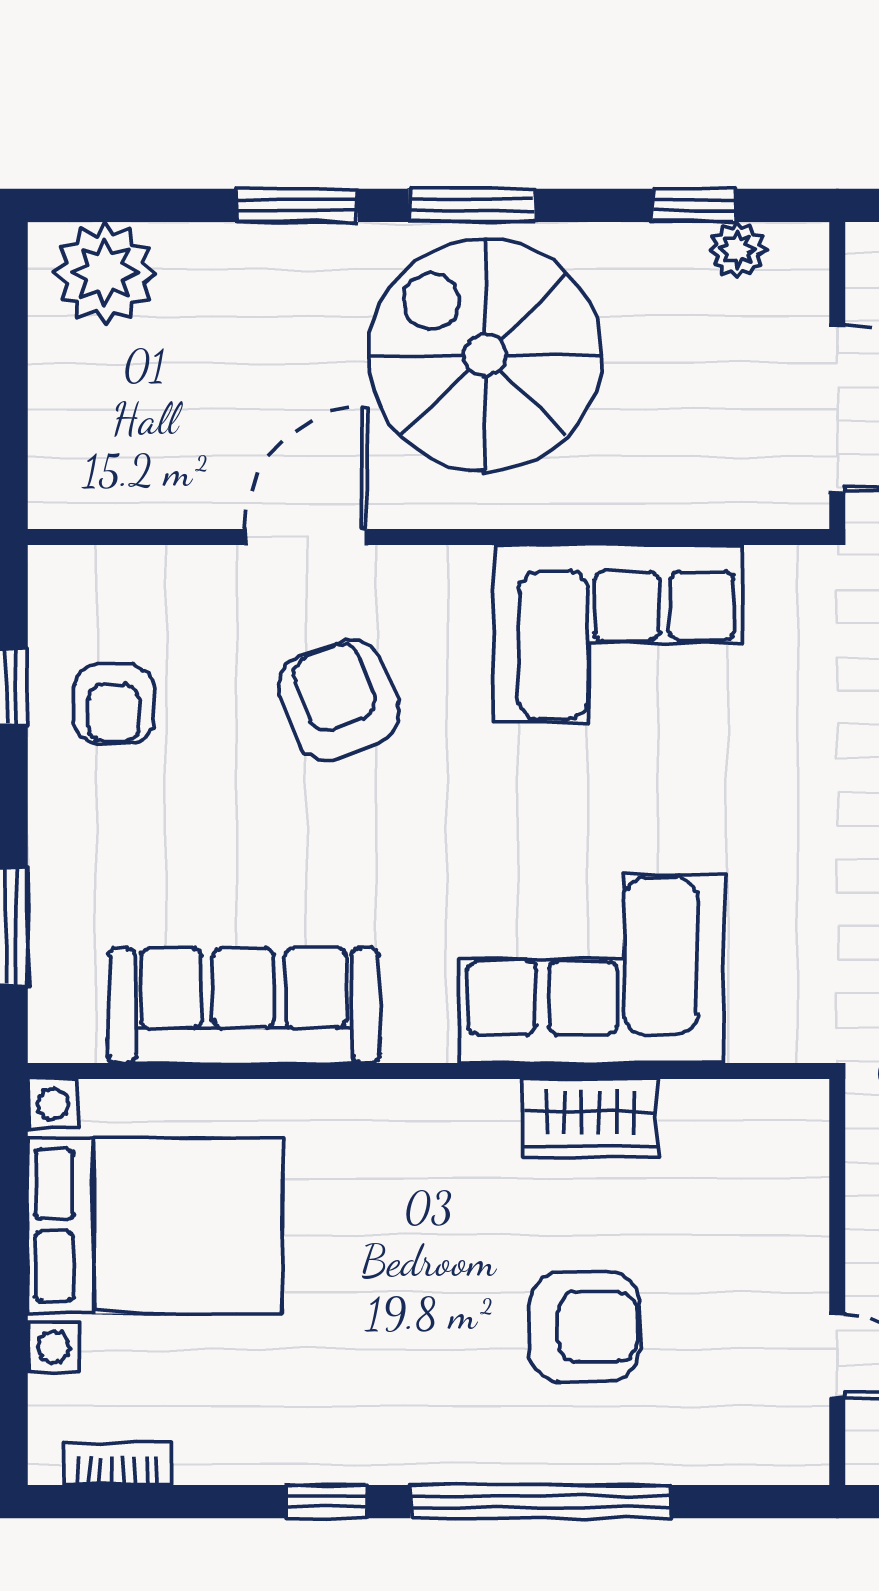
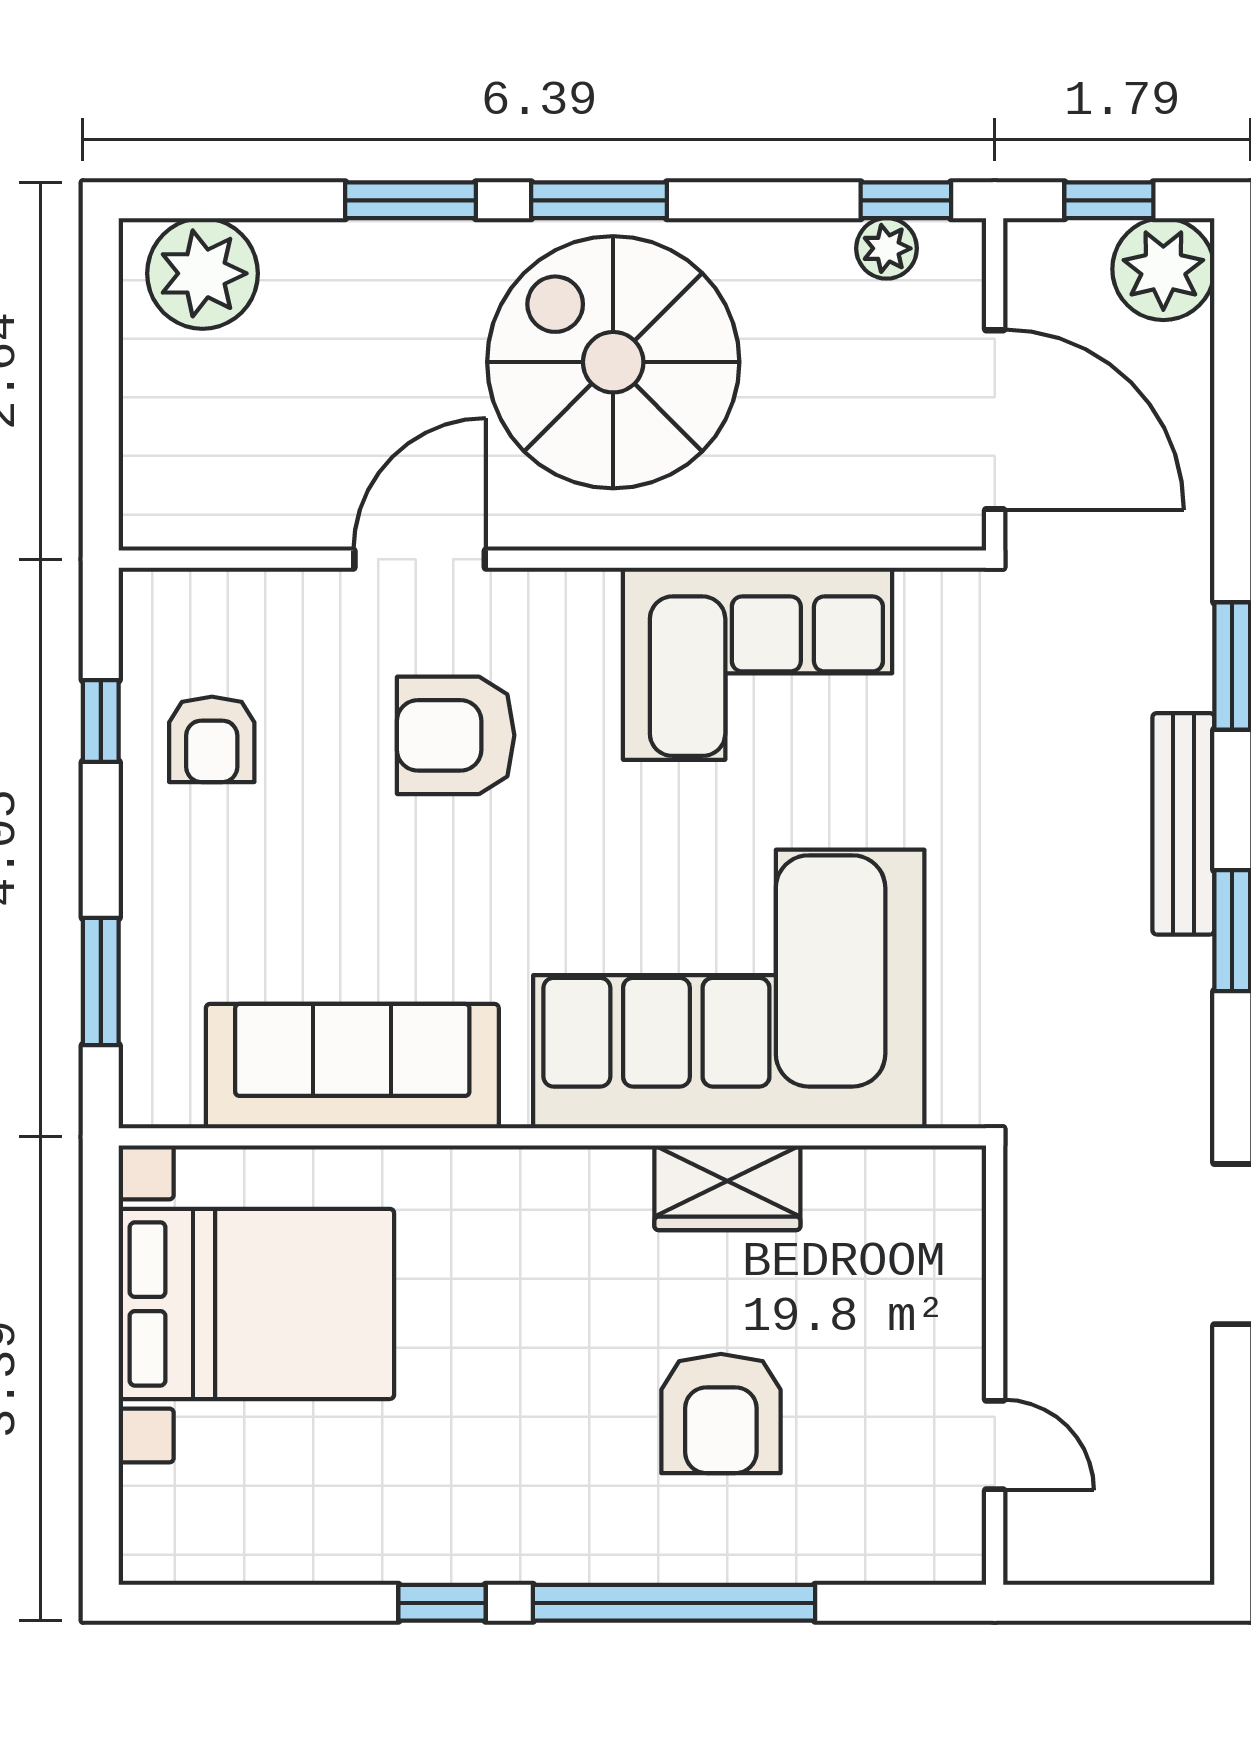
window: (694, 205) -> (906, 200), moved
armchair: (339, 700) -> (456, 735), turned -69
corner sofa: (592, 968) -> (729, 989), width x1.36, depth x1.36
armchair: (584, 1327) -> (721, 1414), turned 90
bookcase: (118, 1464) -> (216, 1562), removed

